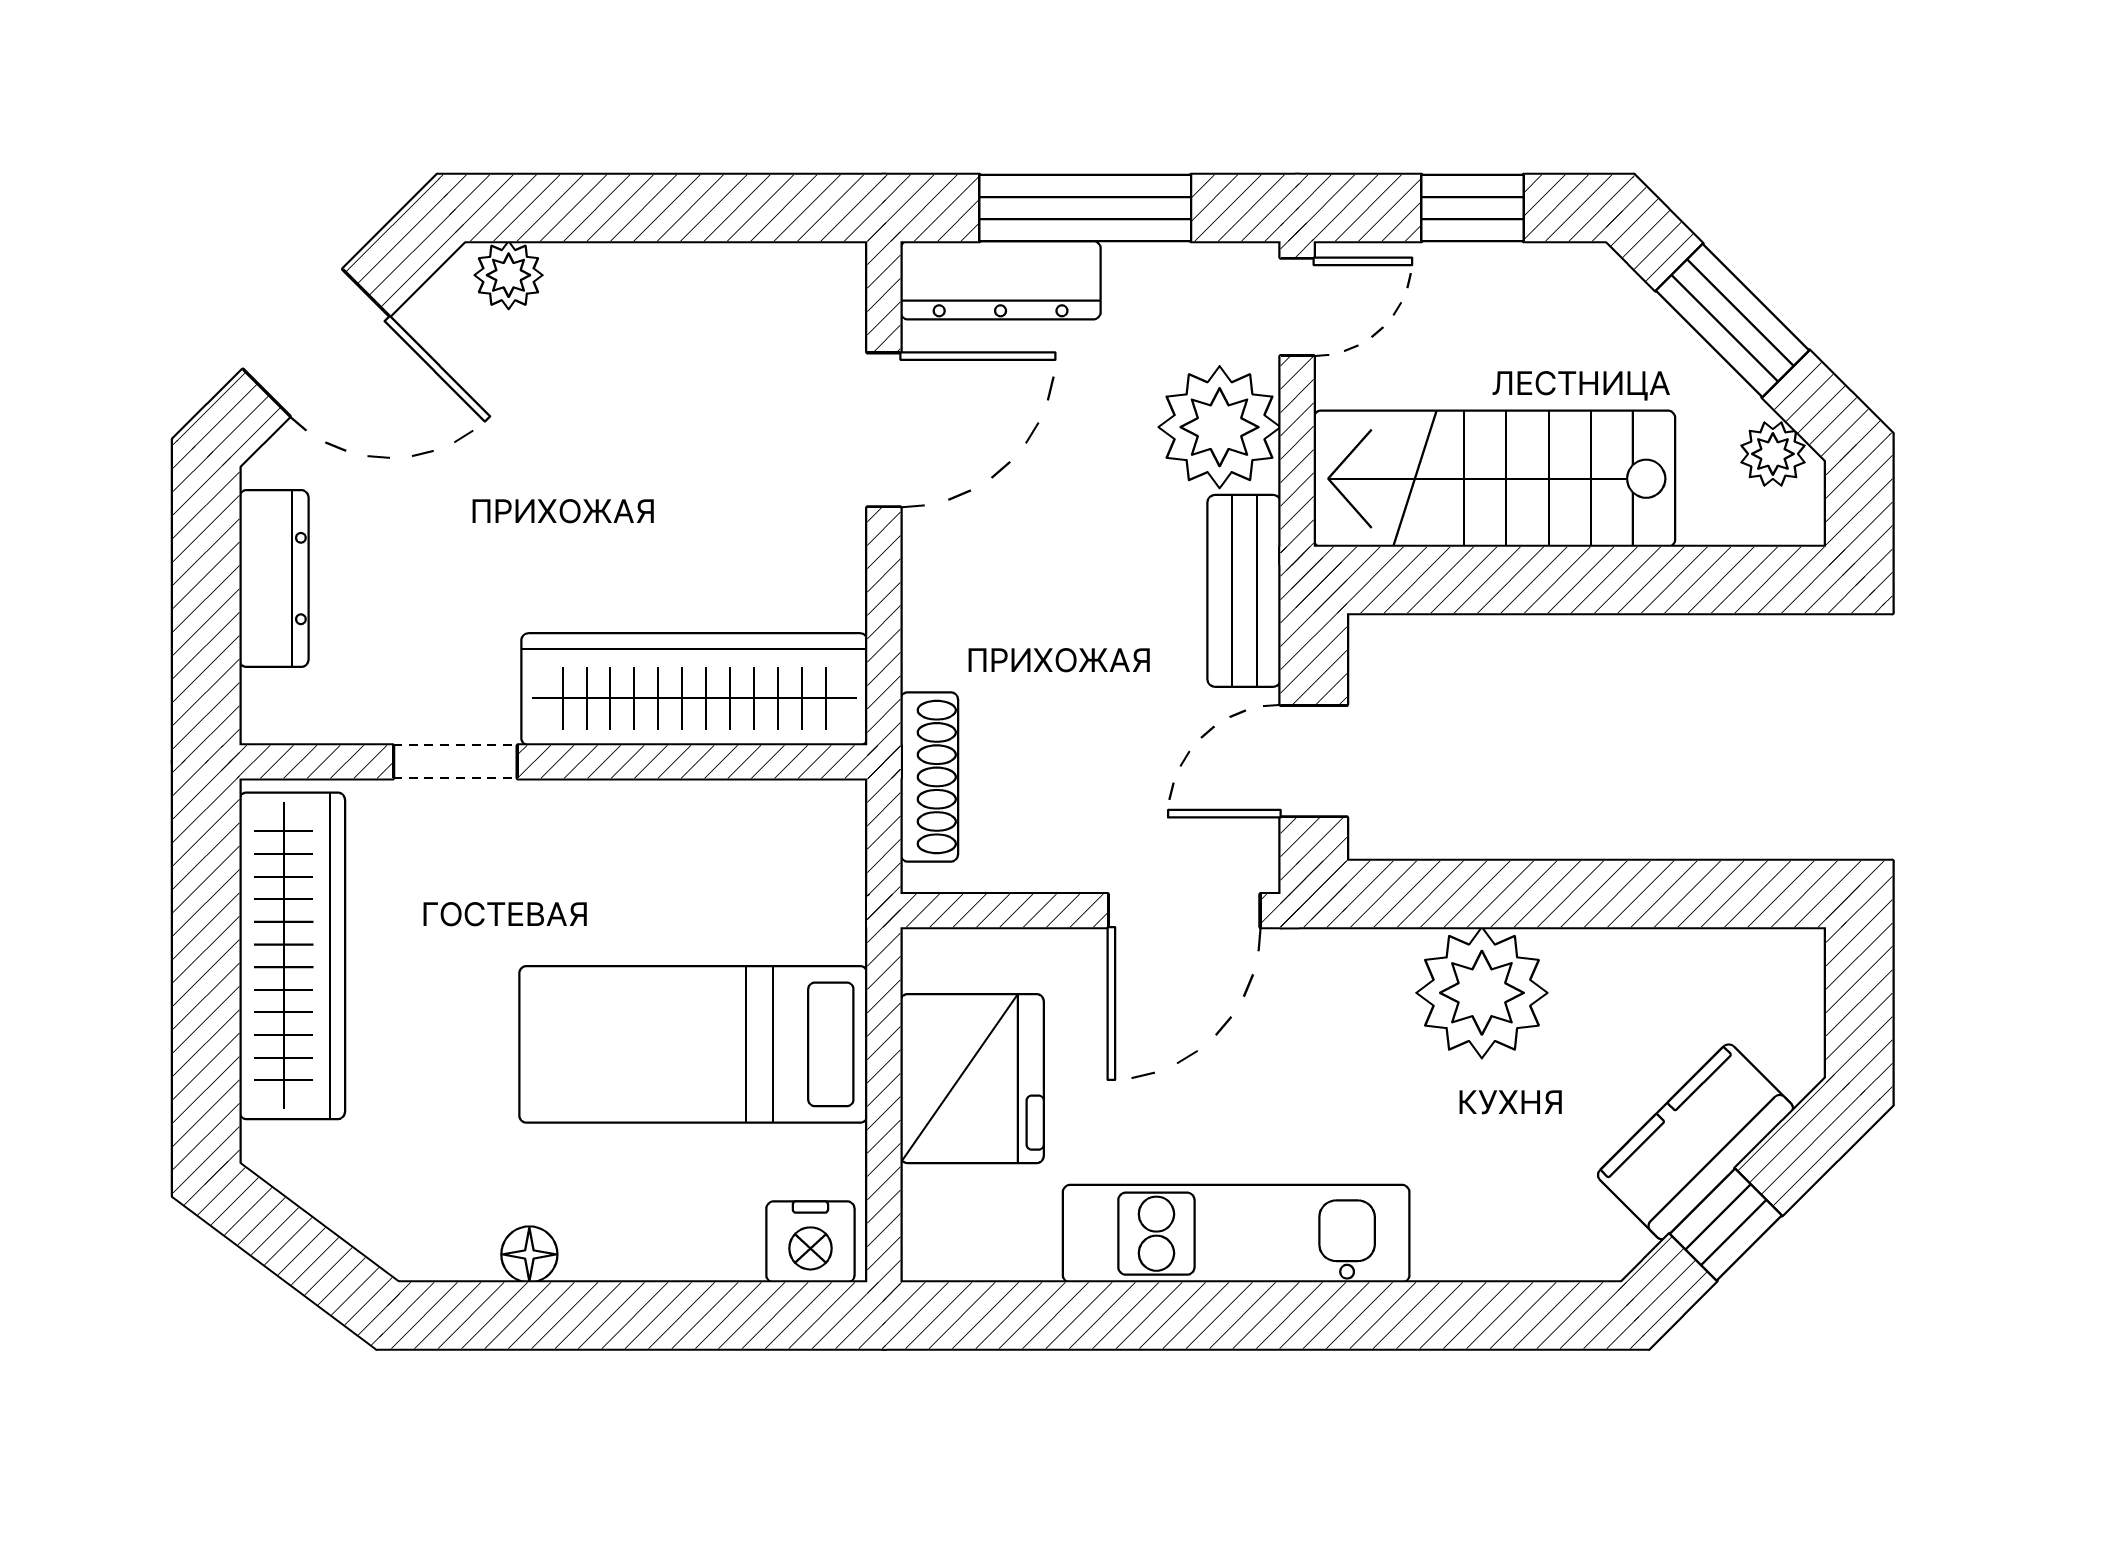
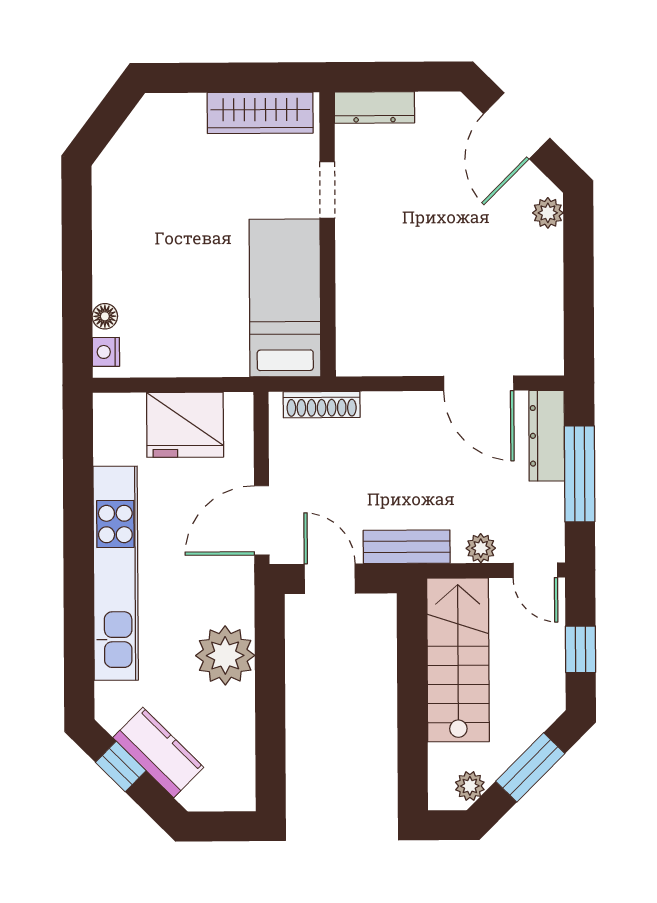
plant: (1220, 427) -> (481, 548), width x0.53, depth x0.53
dresser: (274, 579) -> (374, 108), moved
wardrobe: (694, 689) -> (361, 298), removed
door: (1184, 911) -> (262, 520), hinge flipped
wardrobe: (292, 956) -> (260, 113), width x0.71, depth x0.85
bed: (693, 1044) -> (285, 298), moved
kitchen unit: (1236, 1234) -> (116, 573), width x1.36
nightstand: (810, 1242) -> (106, 352), width x0.72, depth x0.74
floor lamp: (529, 1254) -> (105, 316), moved

